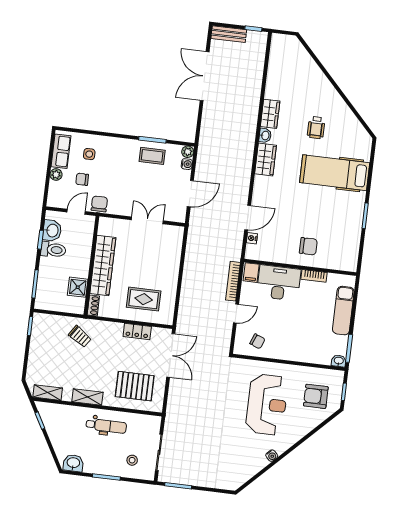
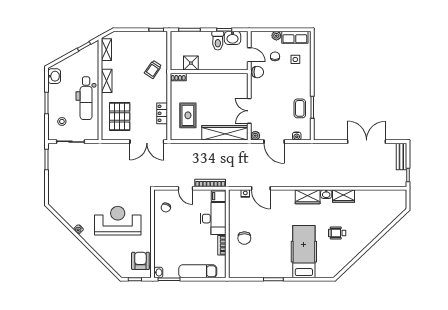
plant: (188, 152) -> (255, 136), moved
double door: (147, 220) -> (249, 111), swing flipped
wardrobe: (103, 266) -> (225, 133), moved, turned 180
armchair: (316, 396) -> (140, 261), moved
reception desk: (267, 405) -> (118, 221), turned 180
dental chair: (106, 426) -> (86, 98), width x1.36, depth x1.38

